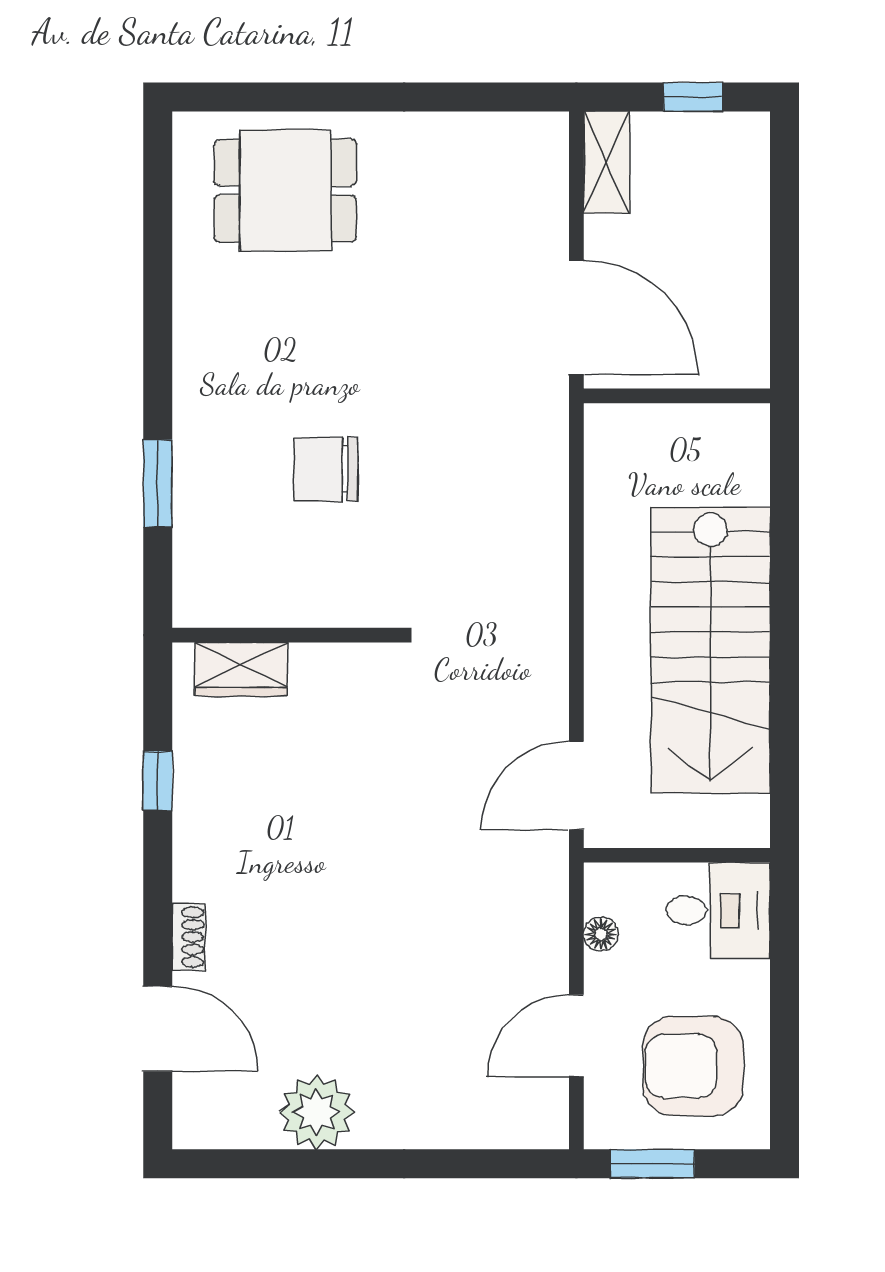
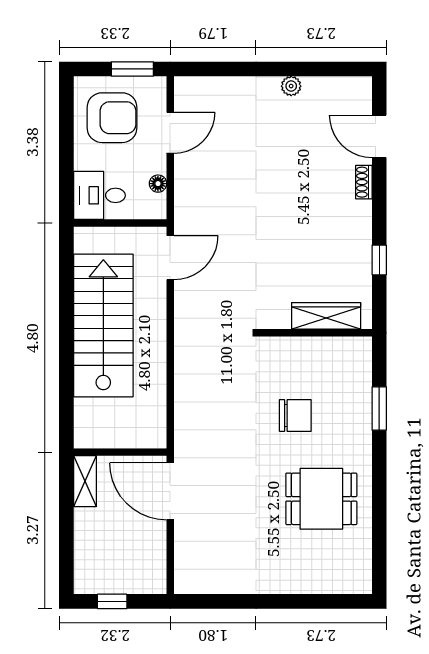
shelving: (607, 162) -> (85, 481), moved
dining table: (285, 190) -> (321, 499), moved
wardrobe: (241, 669) -> (326, 316), width x1.50
plant: (317, 1112) -> (291, 86), width x0.53, depth x0.53

